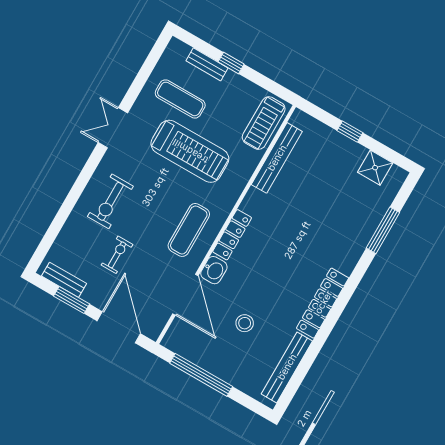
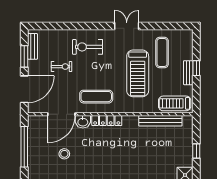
bench: (207, 64) -> (188, 73), moved

